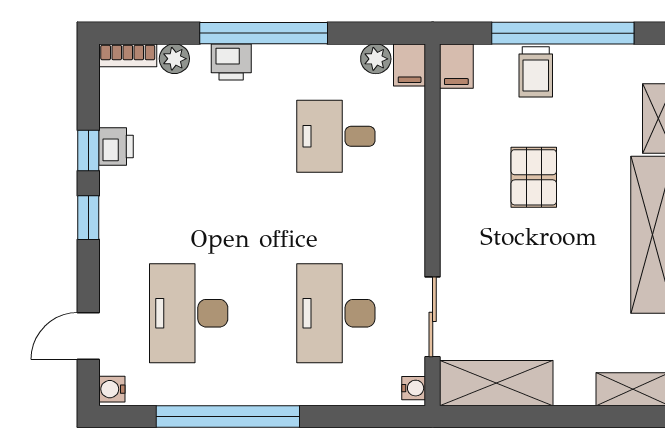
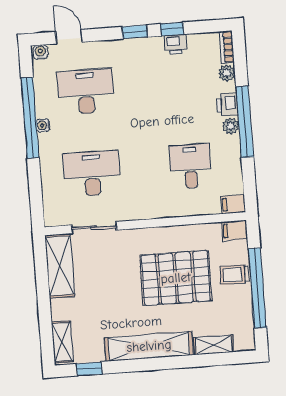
plant: (376, 59) -> (231, 126), moved
pallet: (534, 177) -> (176, 278), width x2.05, depth x2.00
water cooler: (414, 388) -> (43, 125), moved, turned 90

